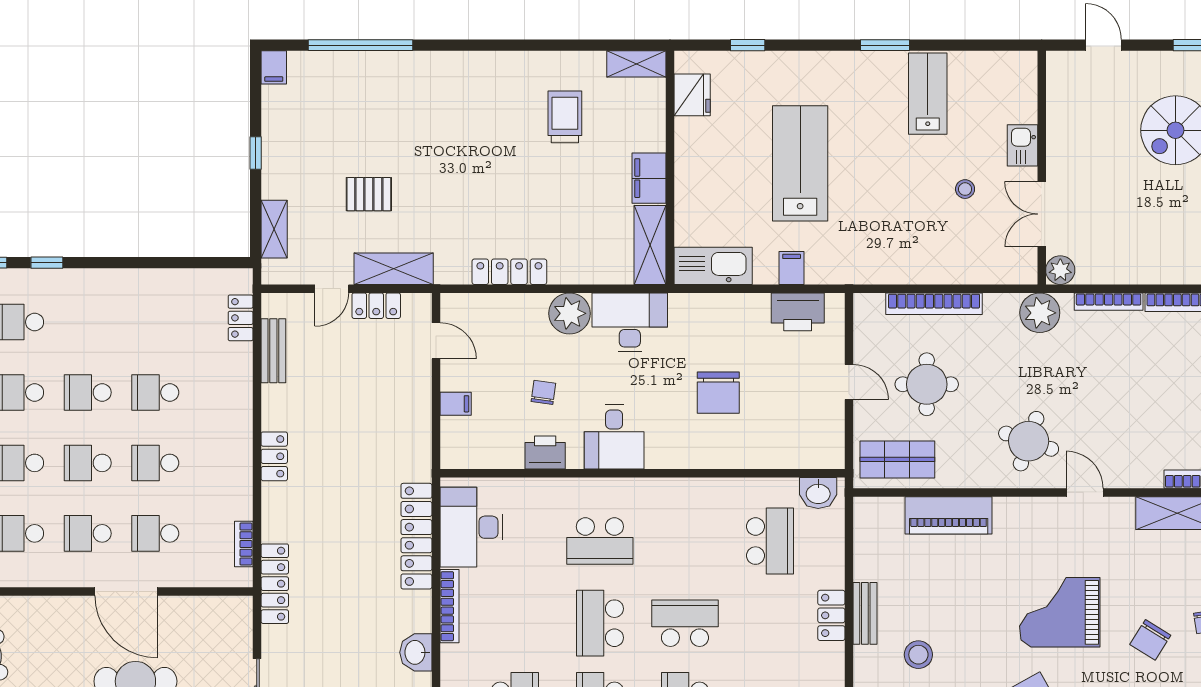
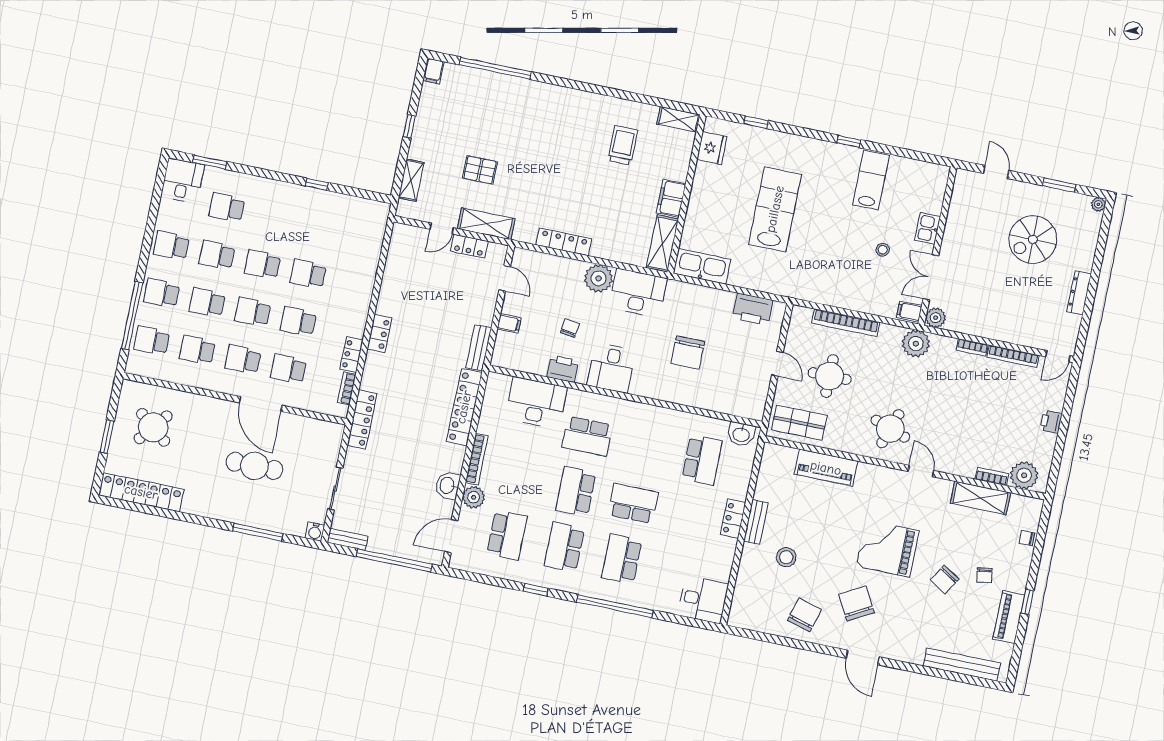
window: (885, 45) -> (849, 141), width x0.67
window: (47, 263) -> (317, 184), moved
filing cabinet: (792, 268) -> (909, 312), moved, turned -90
bookcase: (1109, 302) -> (972, 347), width x0.64
locker: (241, 318) -> (351, 355), moved
bench: (273, 351) -> (479, 348), moved
desk: (472, 527) -> (536, 403), moved, turned 90
plant: (456, 661) -> (474, 497), added

